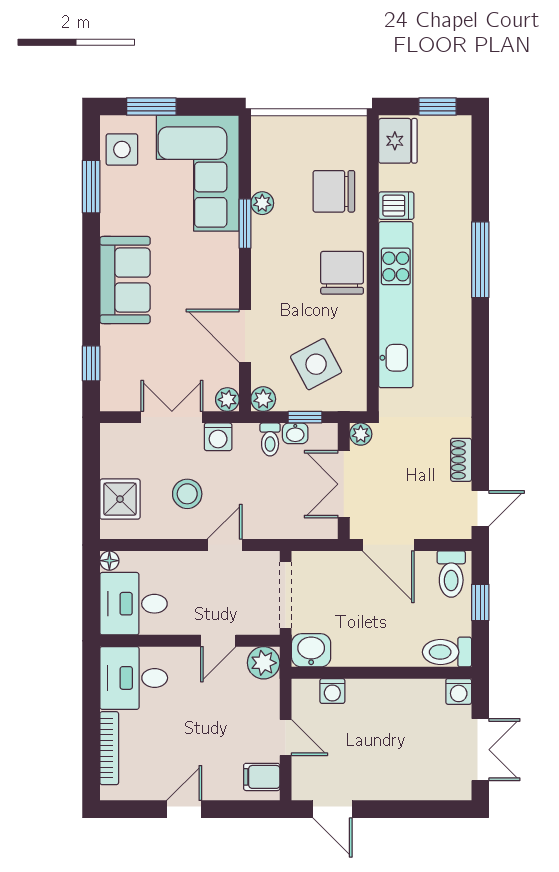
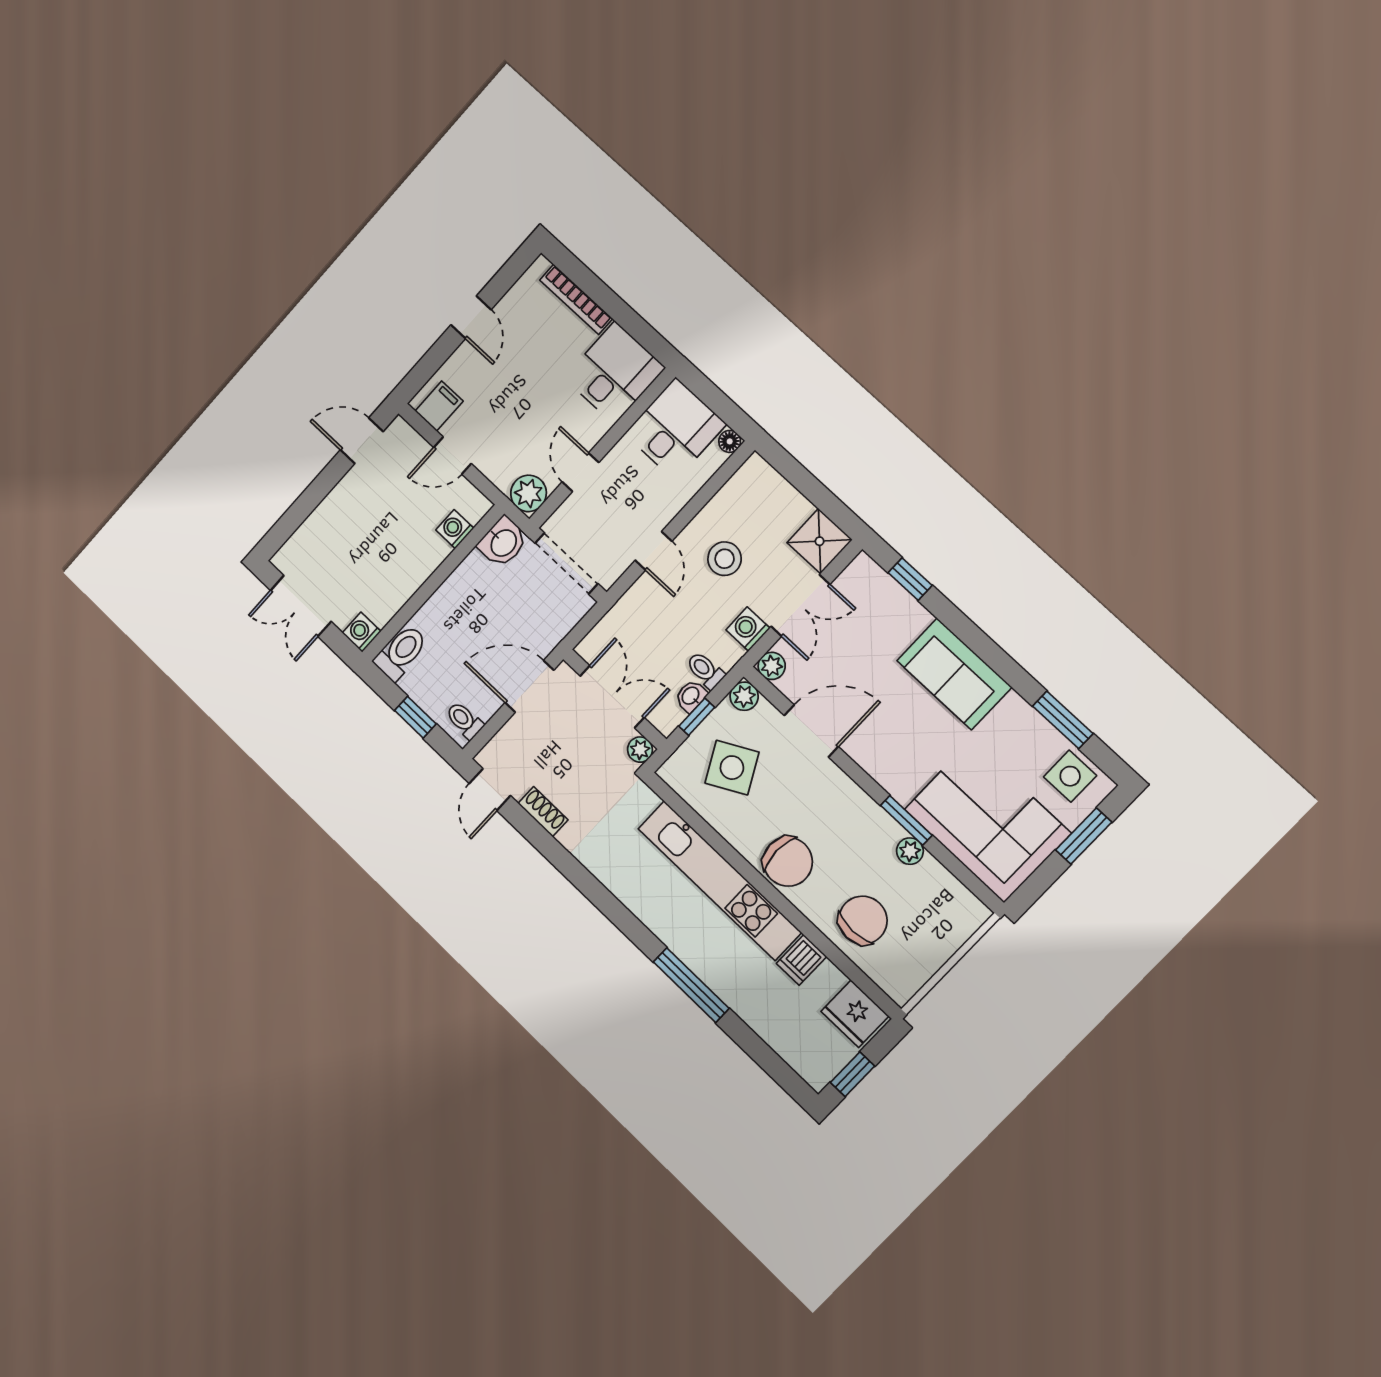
shower: (120, 499) -> (820, 541), moved
toilet: (451, 574) -> (464, 720), width x0.73, depth x0.72

